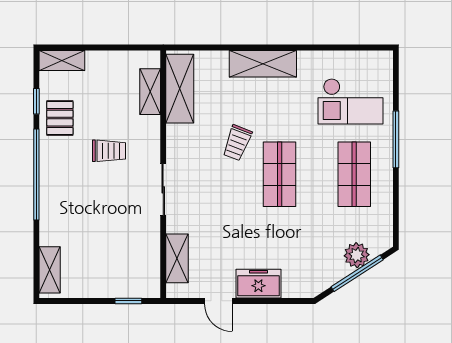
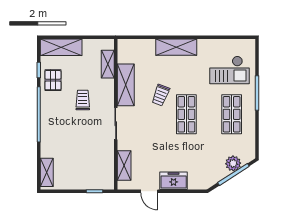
shelving: (62, 60) -> (61, 47), width x1.50, depth x1.33
shelving: (180, 89) -> (126, 85), moved
trolley: (109, 151) -> (83, 100), turned -90

